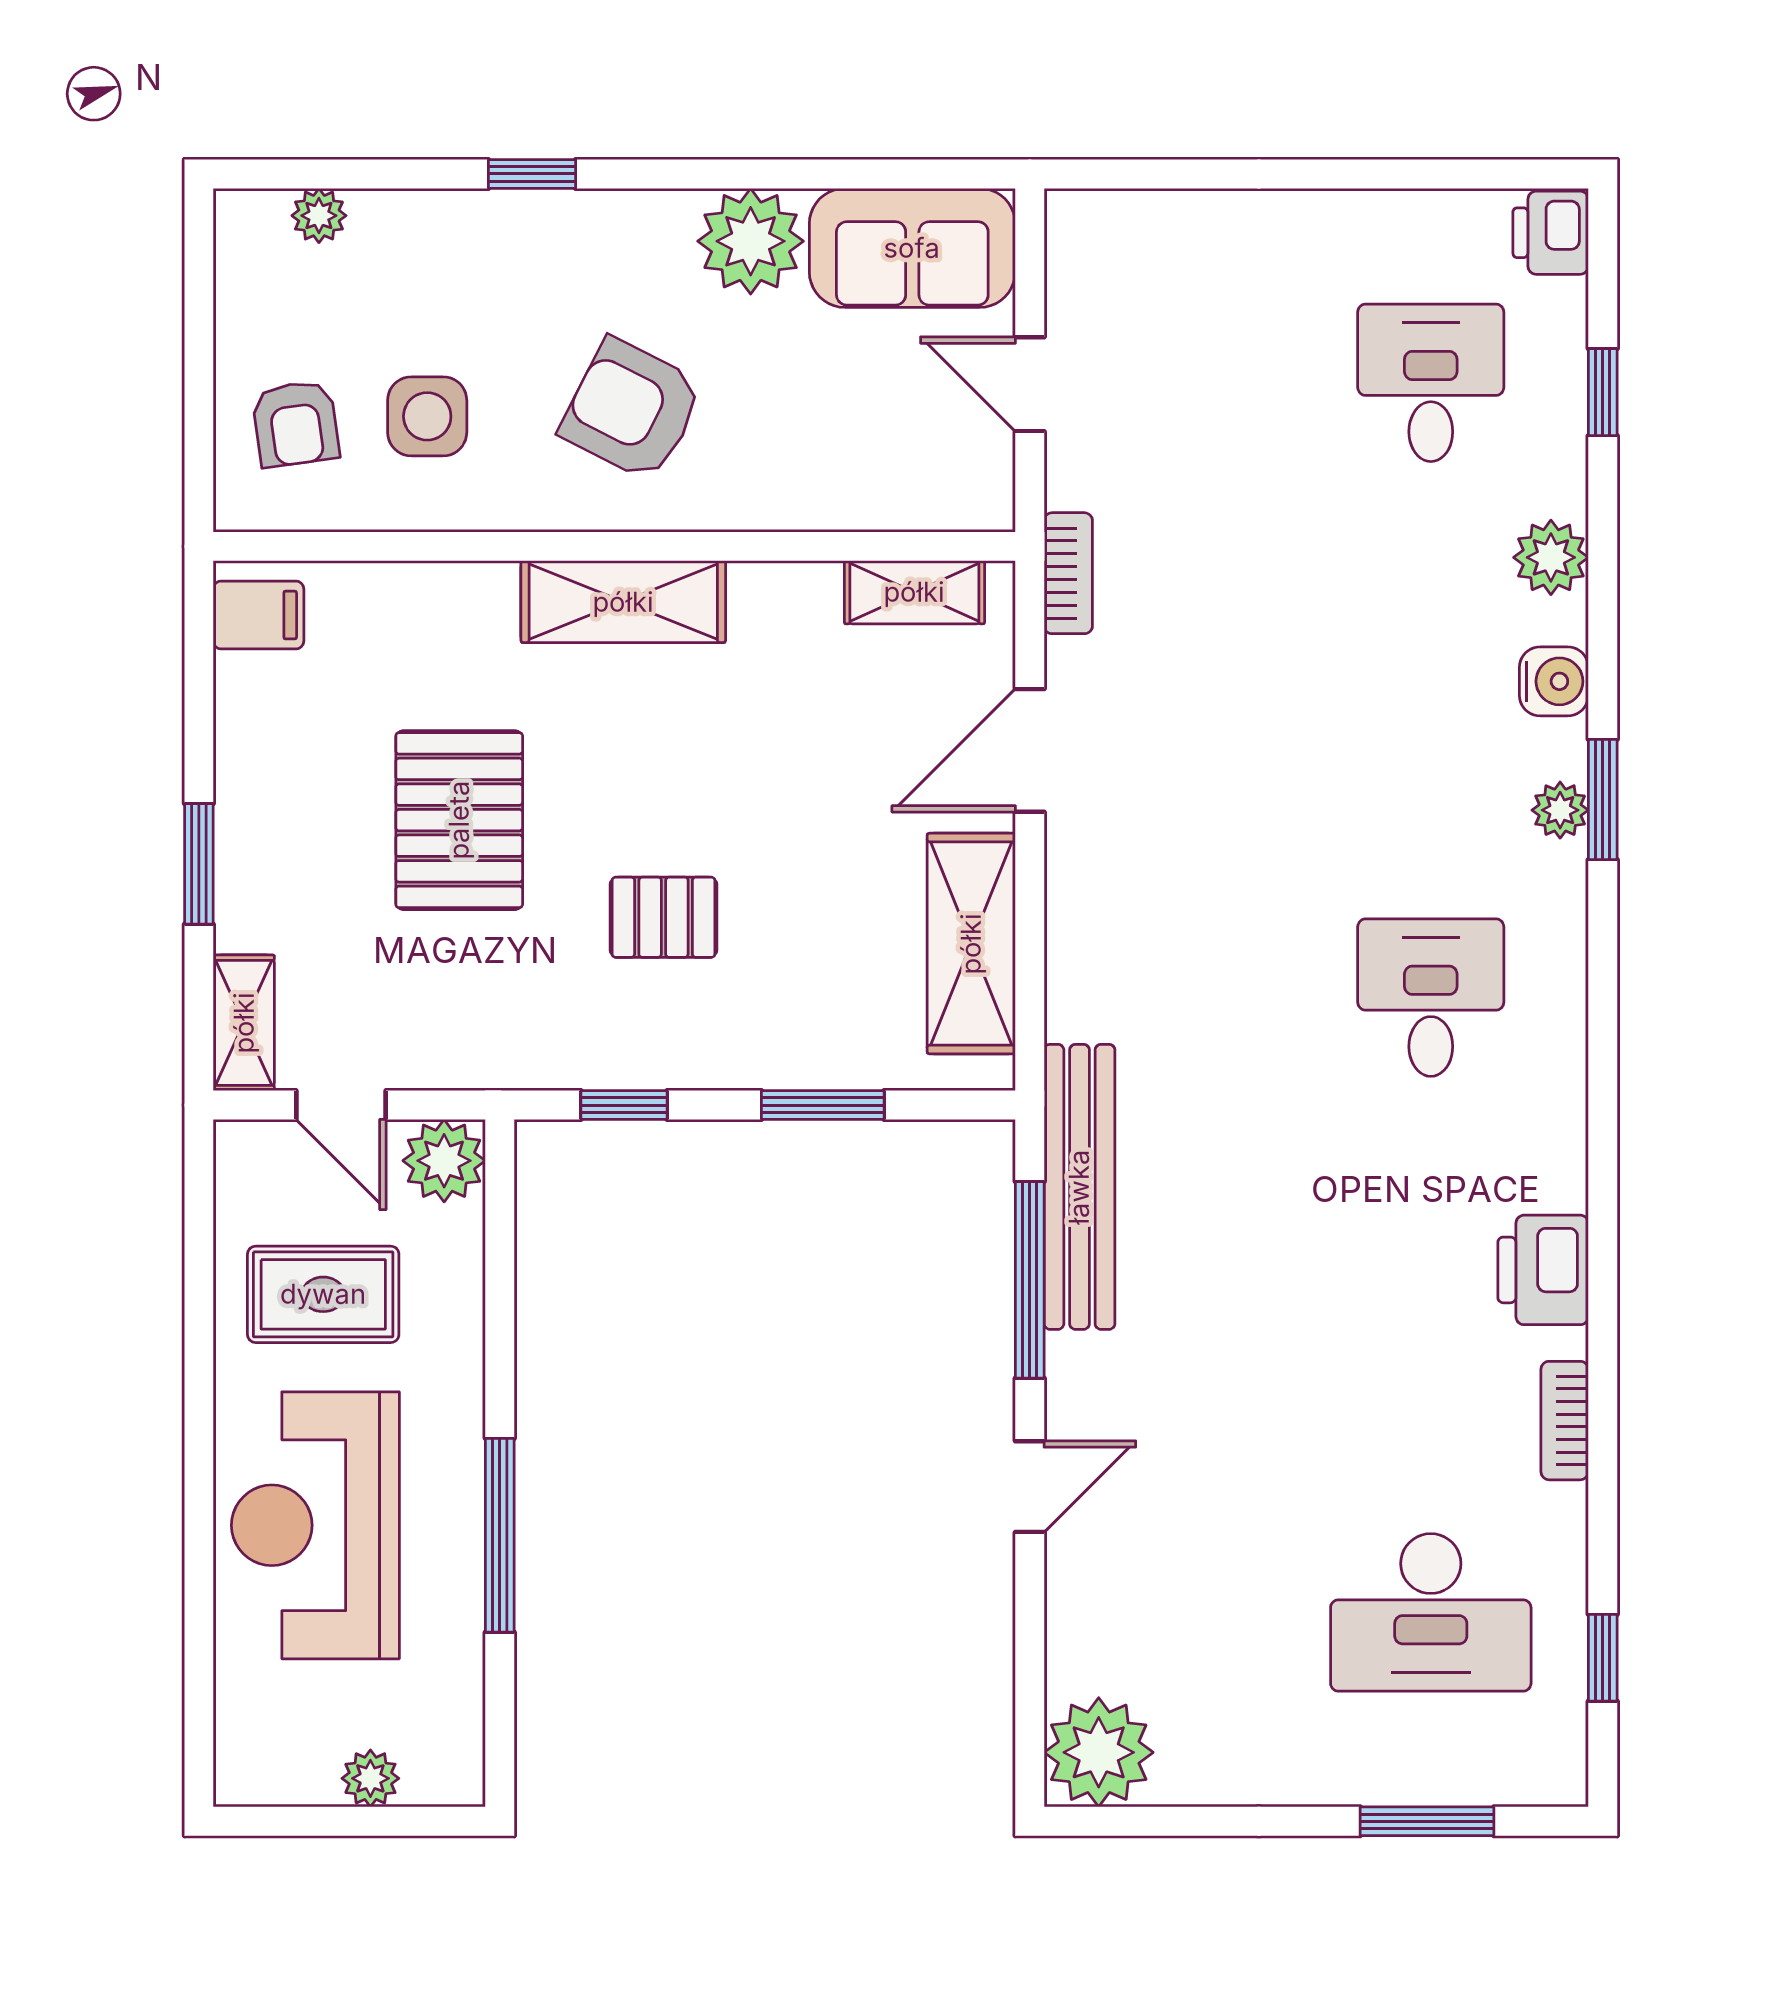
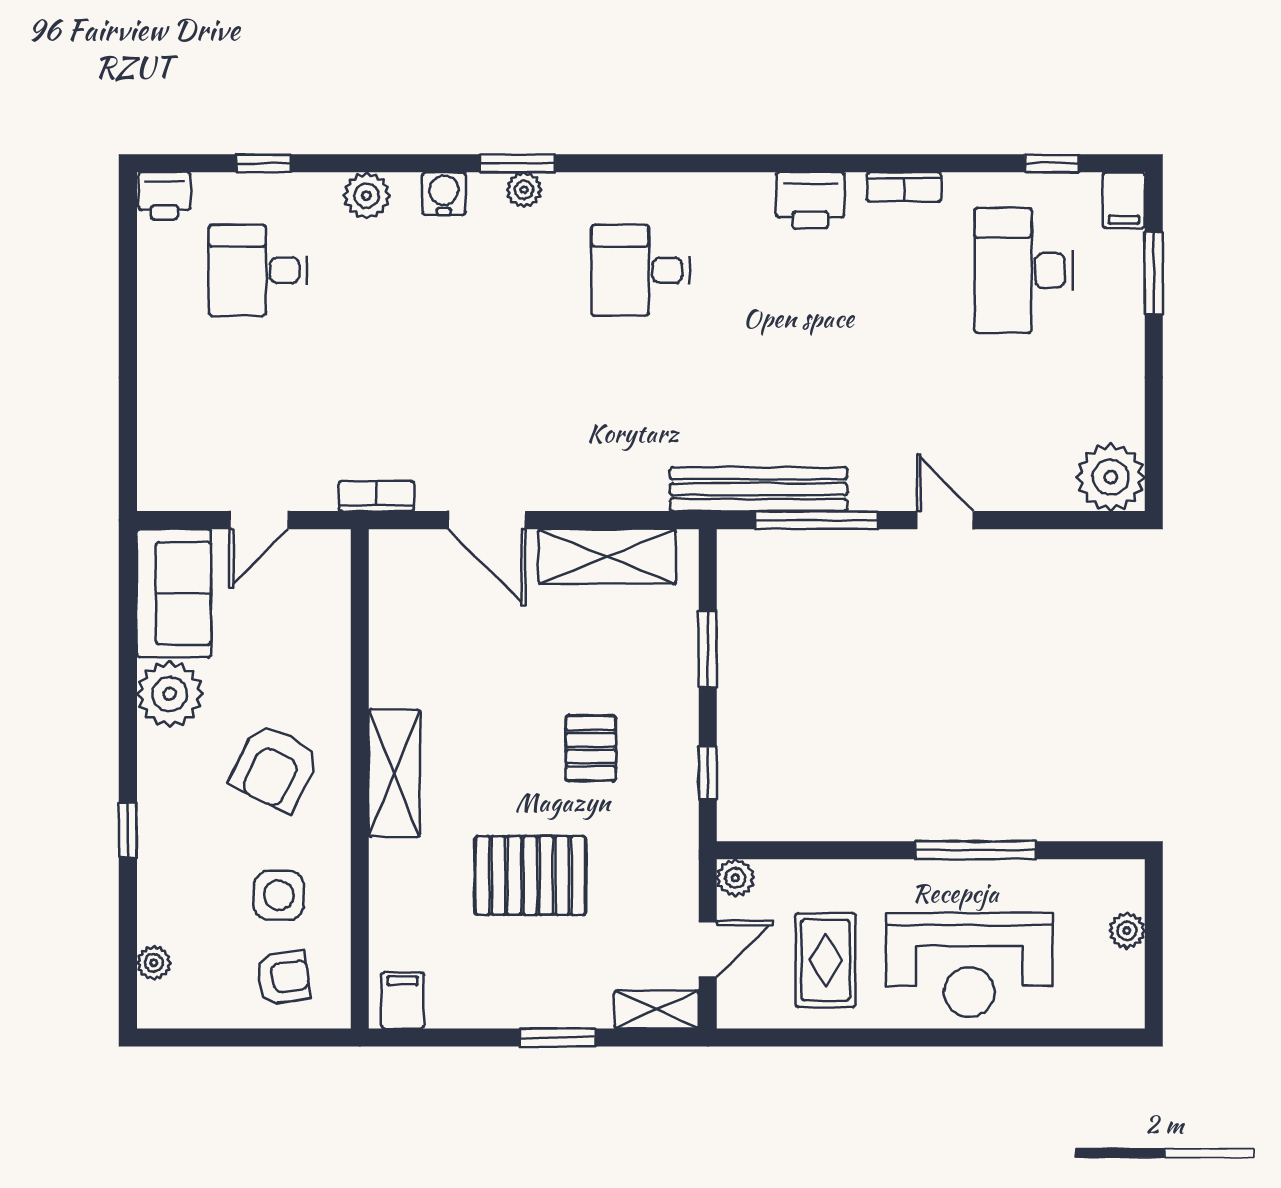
shelving: (914, 592) -> (388, 592), removed
plant: (444, 1161) -> (735, 878), width x0.73, depth x0.73
desk: (1431, 1612) -> (1024, 270), turned 180
filing cabinet: (1543, 1773) -> (1124, 200), added

